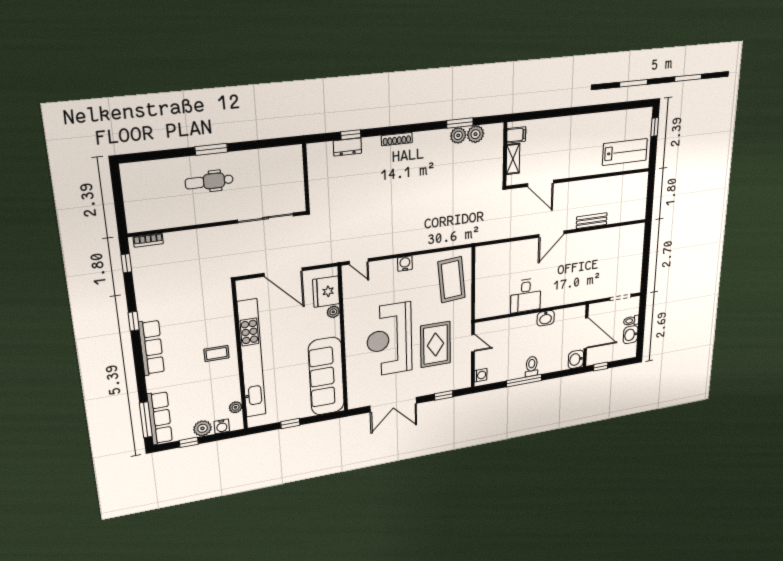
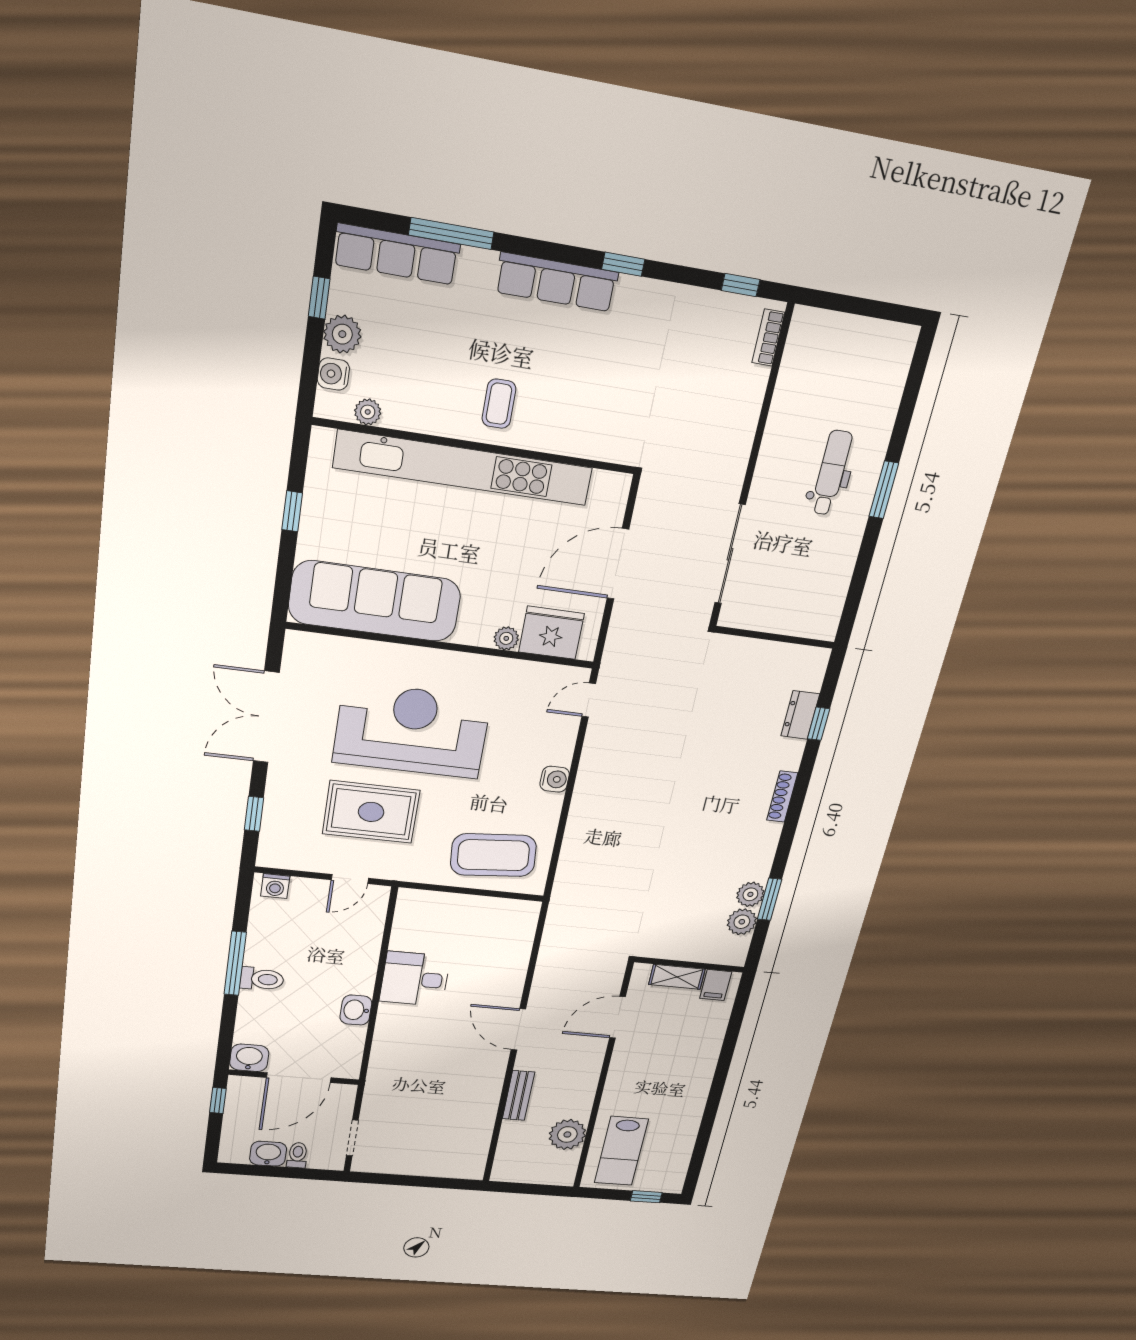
plant: (615, 186) -> (567, 1134), added
window: (146, 420) -> (451, 233), moved

